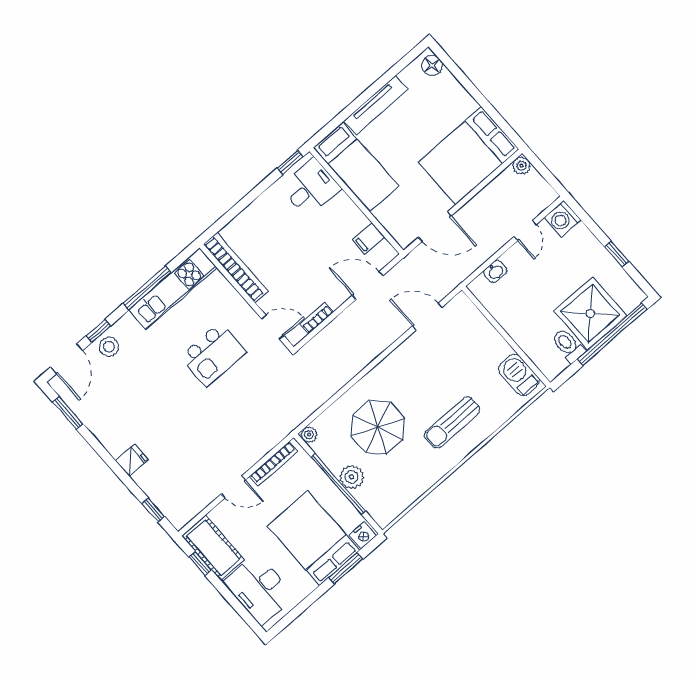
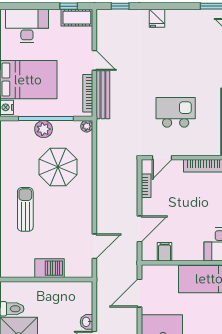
washbasin: (495, 271) -> (86, 322), moved
kitchen island: (213, 355) -> (176, 112), turned 90
barbecue: (519, 375) -> (49, 268), moved
bench: (261, 446) -> (103, 95), added
door: (233, 487) -> (94, 60), swing flipped
cot: (213, 548) -> (77, 18), width x0.73, depth x0.75

